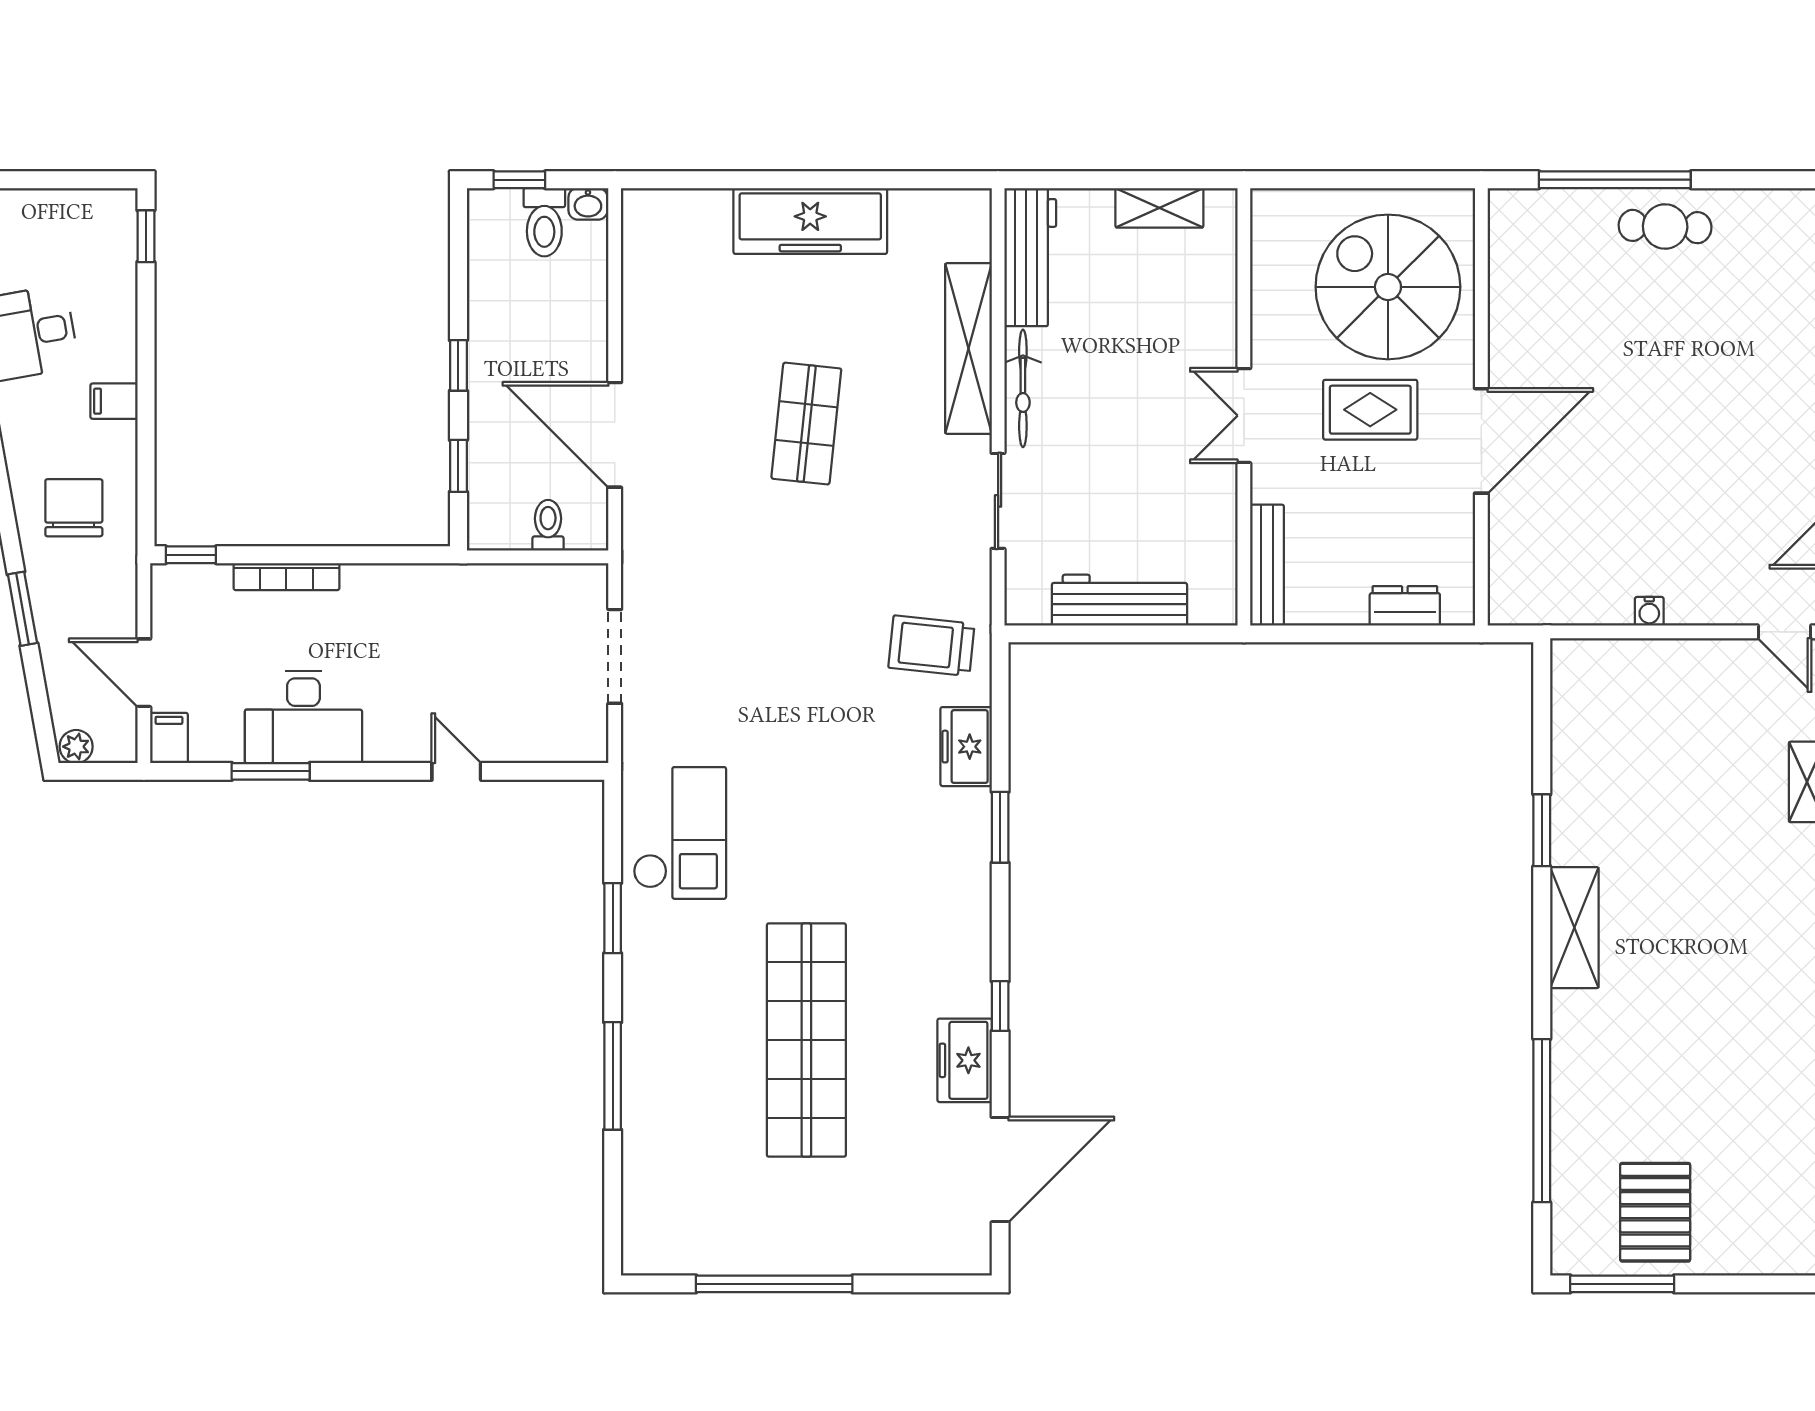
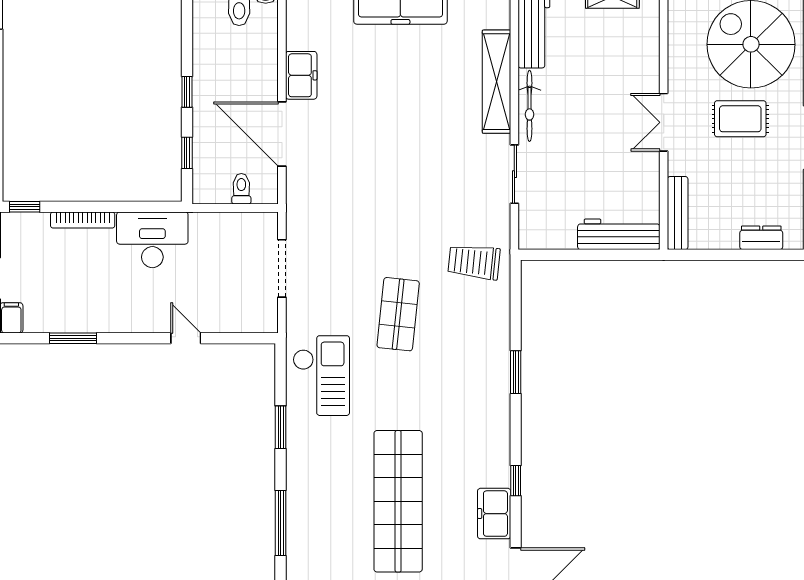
shop shelf: (806, 424) -> (398, 314), moved
workbench: (1119, 600) -> (619, 234), moved
desk: (303, 717) -> (152, 240), moved, turned 180
freezer: (966, 747) -> (301, 75), moved, turned 180

